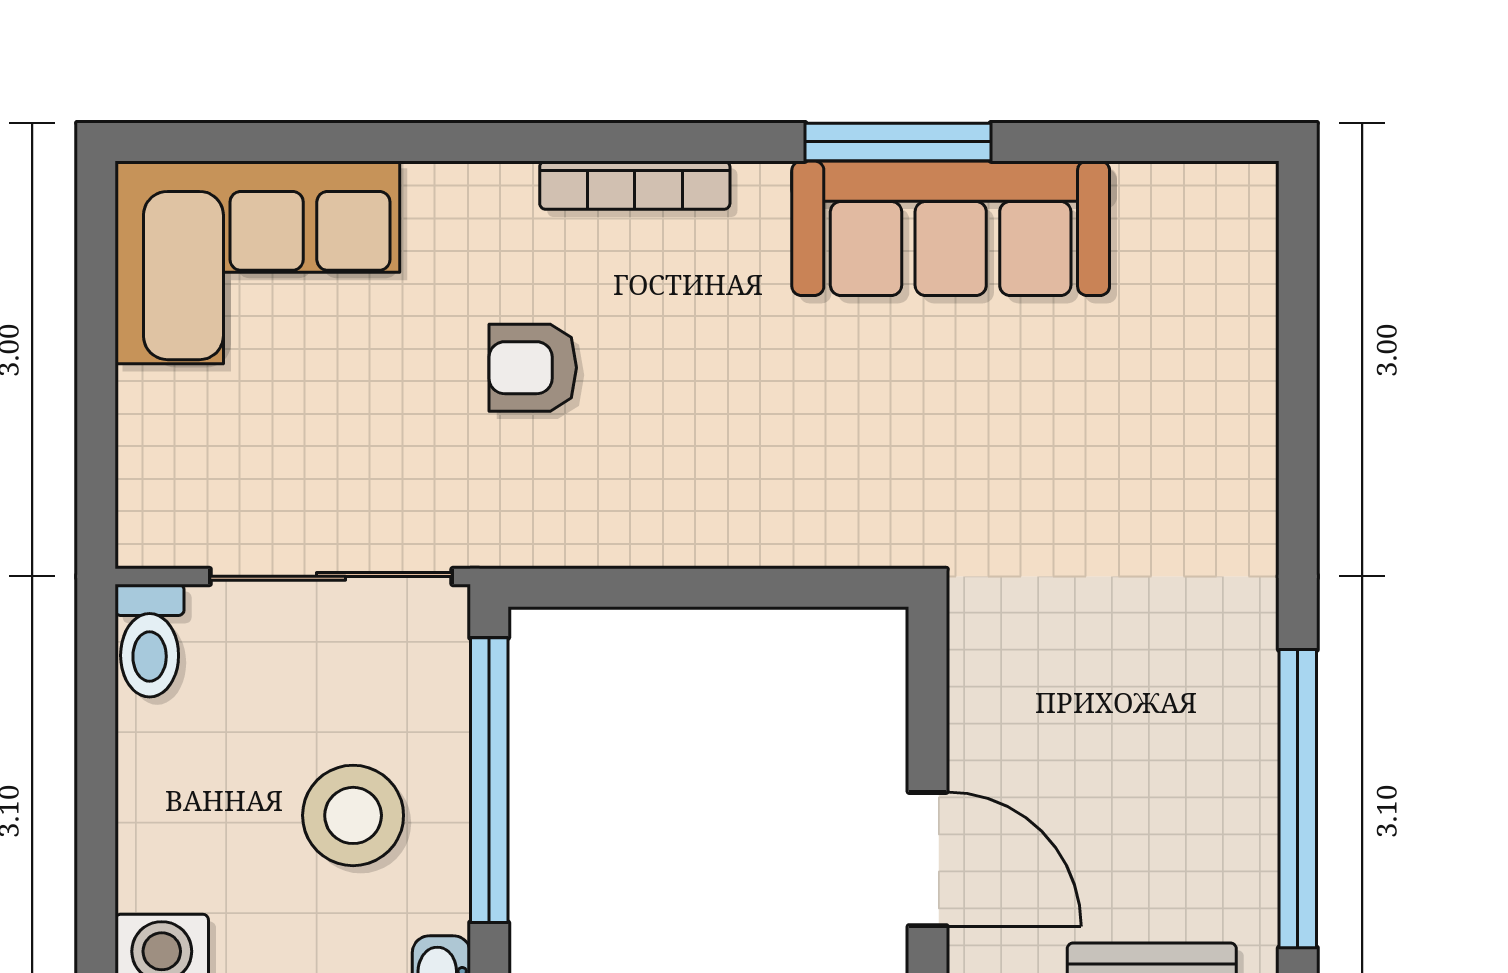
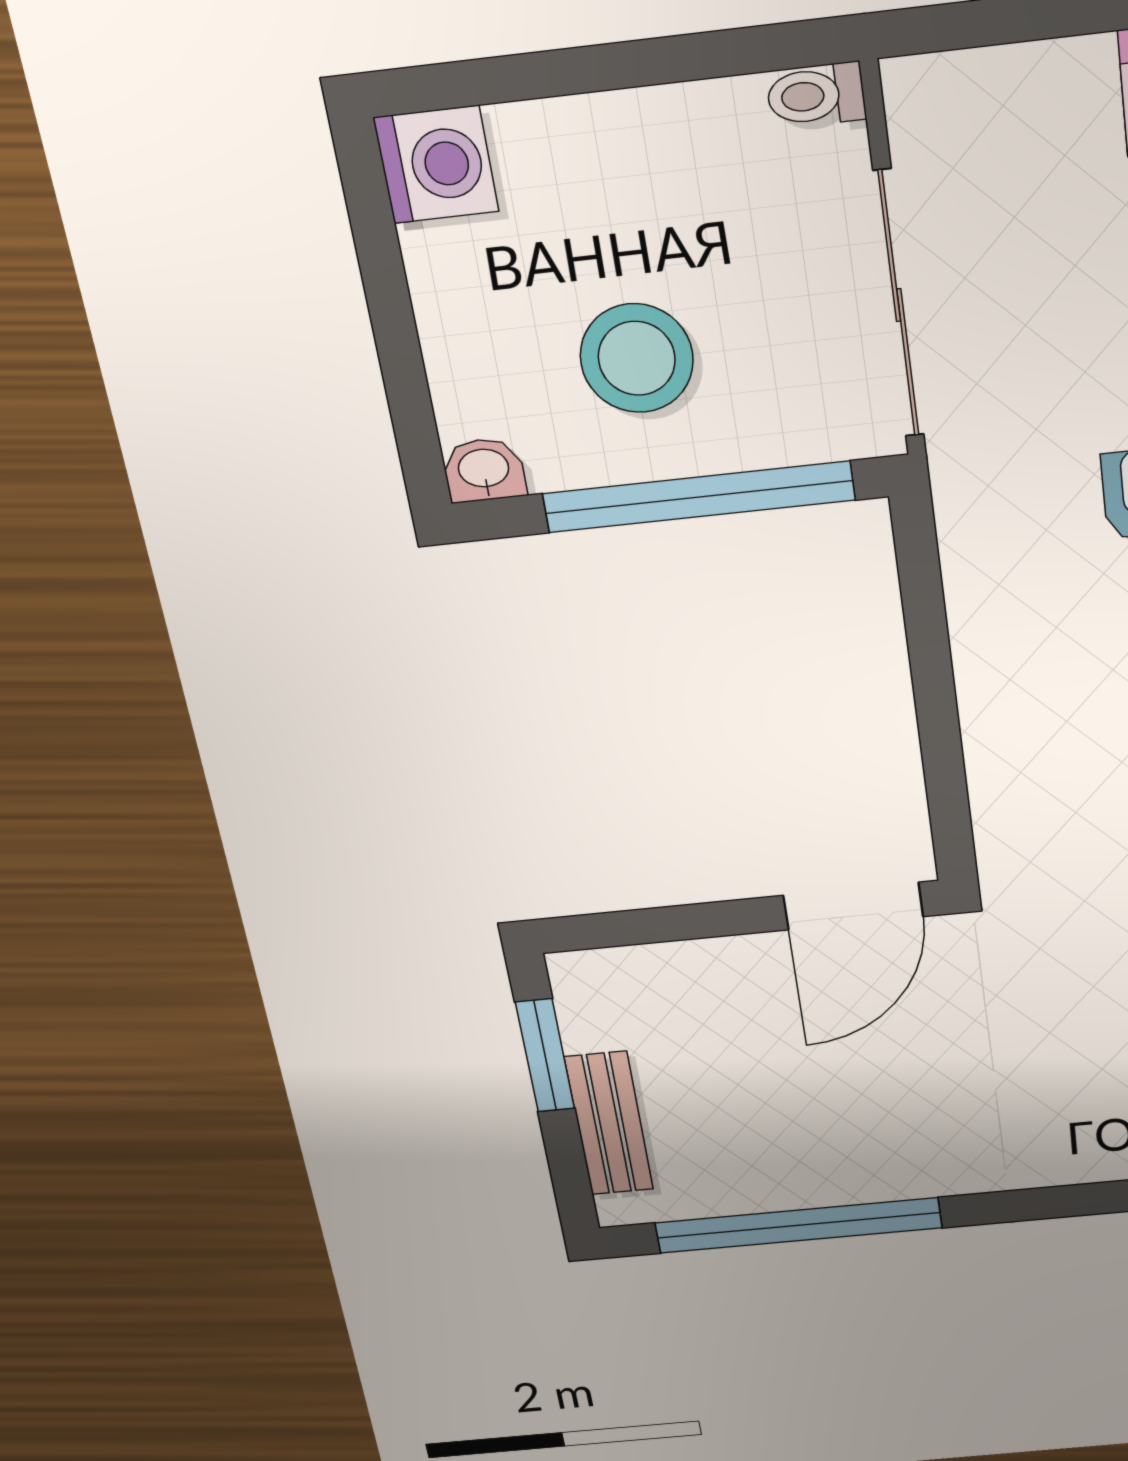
toilet: (150, 641) -> (816, 95), width x0.73, depth x0.72
door: (928, 859) -> (853, 906), moved

